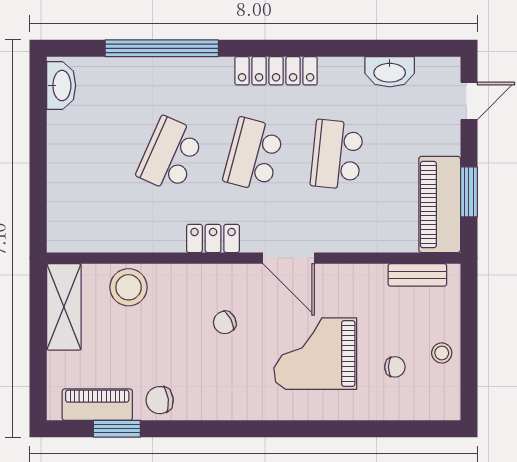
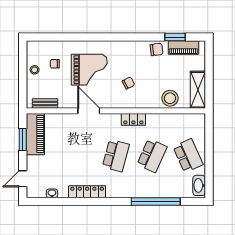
locker: (276, 71) -> (87, 192), moved
washbasin: (390, 72) -> (52, 193), width x0.52, depth x0.69
school desk: (337, 155) -> (188, 156), moved, turned -30
door: (289, 258) -> (89, 111), moved

